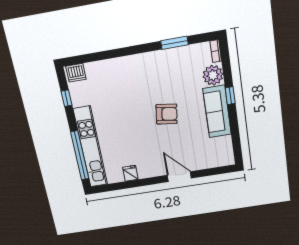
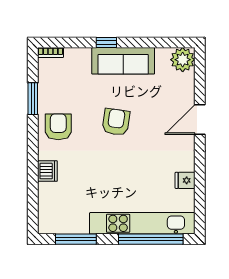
armchair: (155, 68) -> (58, 127), added
dishwasher: (76, 73) -> (47, 171), moved
plant: (213, 75) -> (183, 60), moved
window: (67, 98) -> (76, 239), width x2.17

